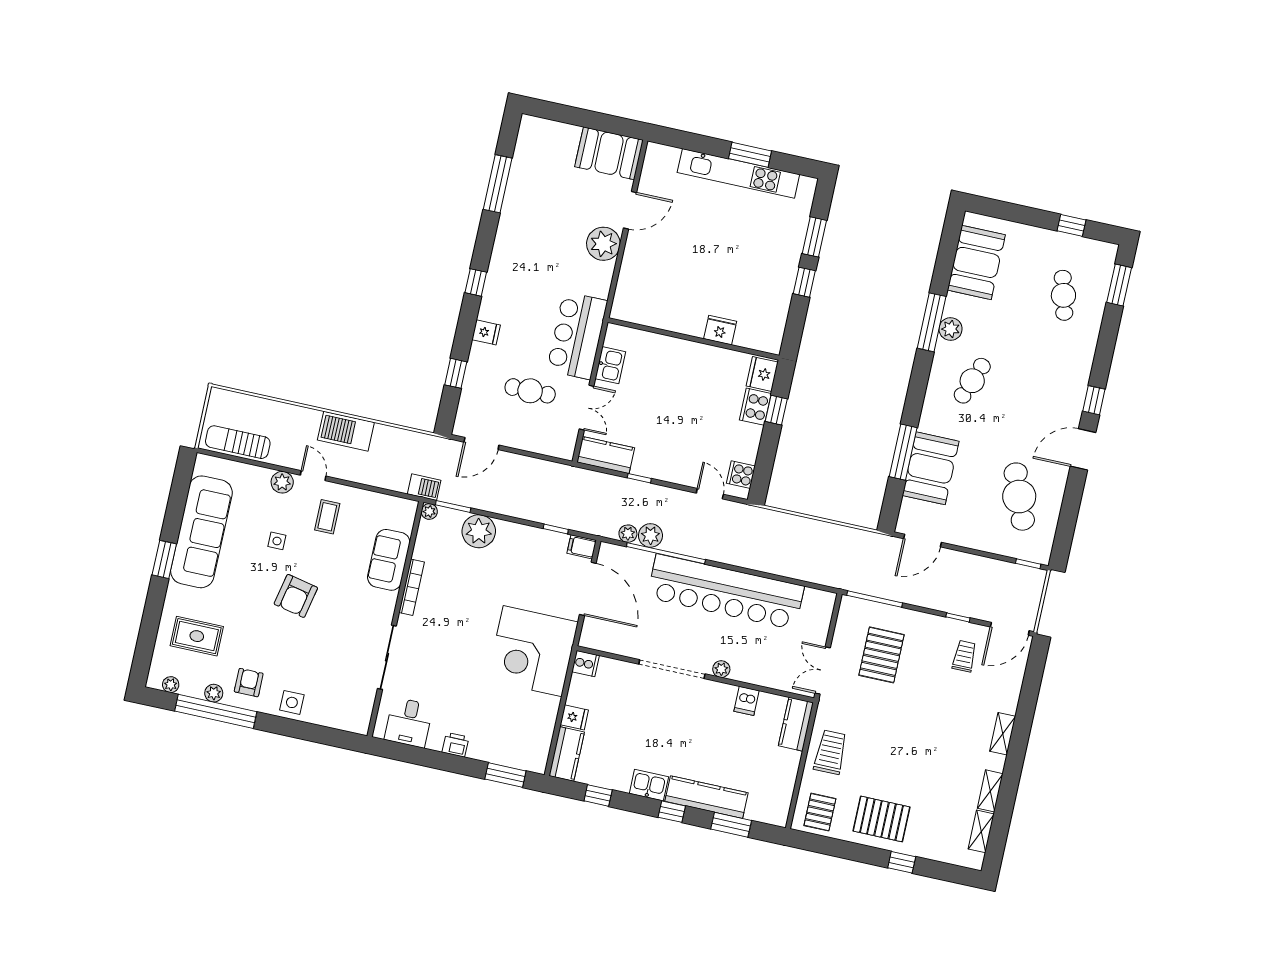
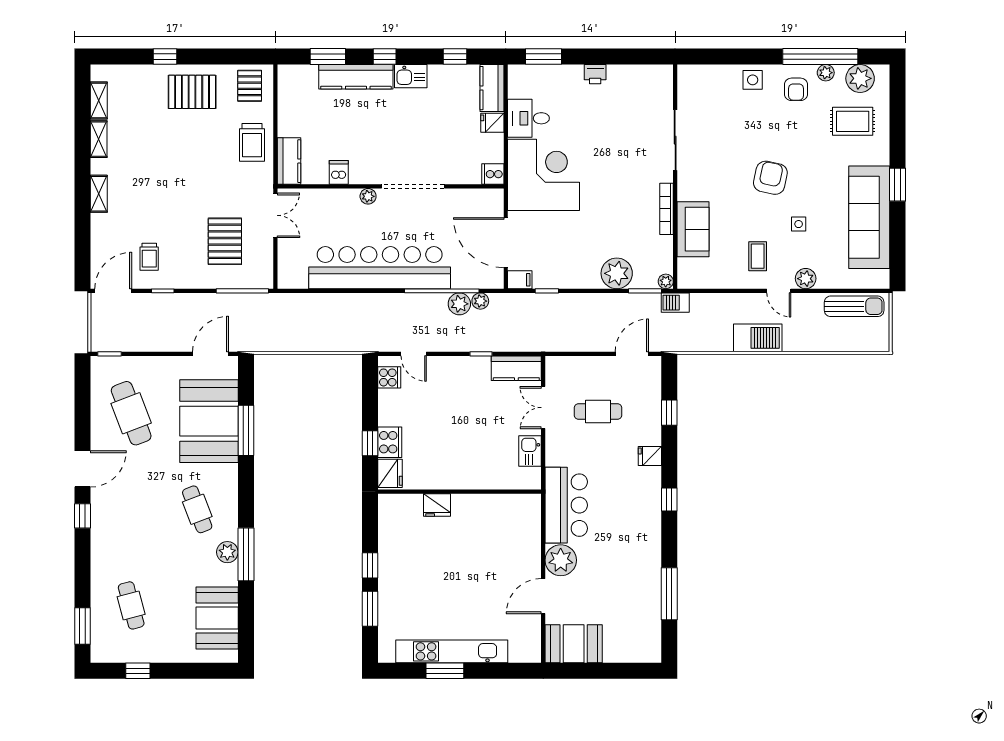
bar counter: (577, 336) -> (566, 505), moved
cafe table: (972, 381) -> (197, 509), turned -42
booth: (931, 468) -> (209, 421), width x1.36, depth x1.42
plant: (171, 685) -> (860, 78), width x1.88, depth x1.88
desk: (409, 722) -> (528, 118), moved, turned -90

